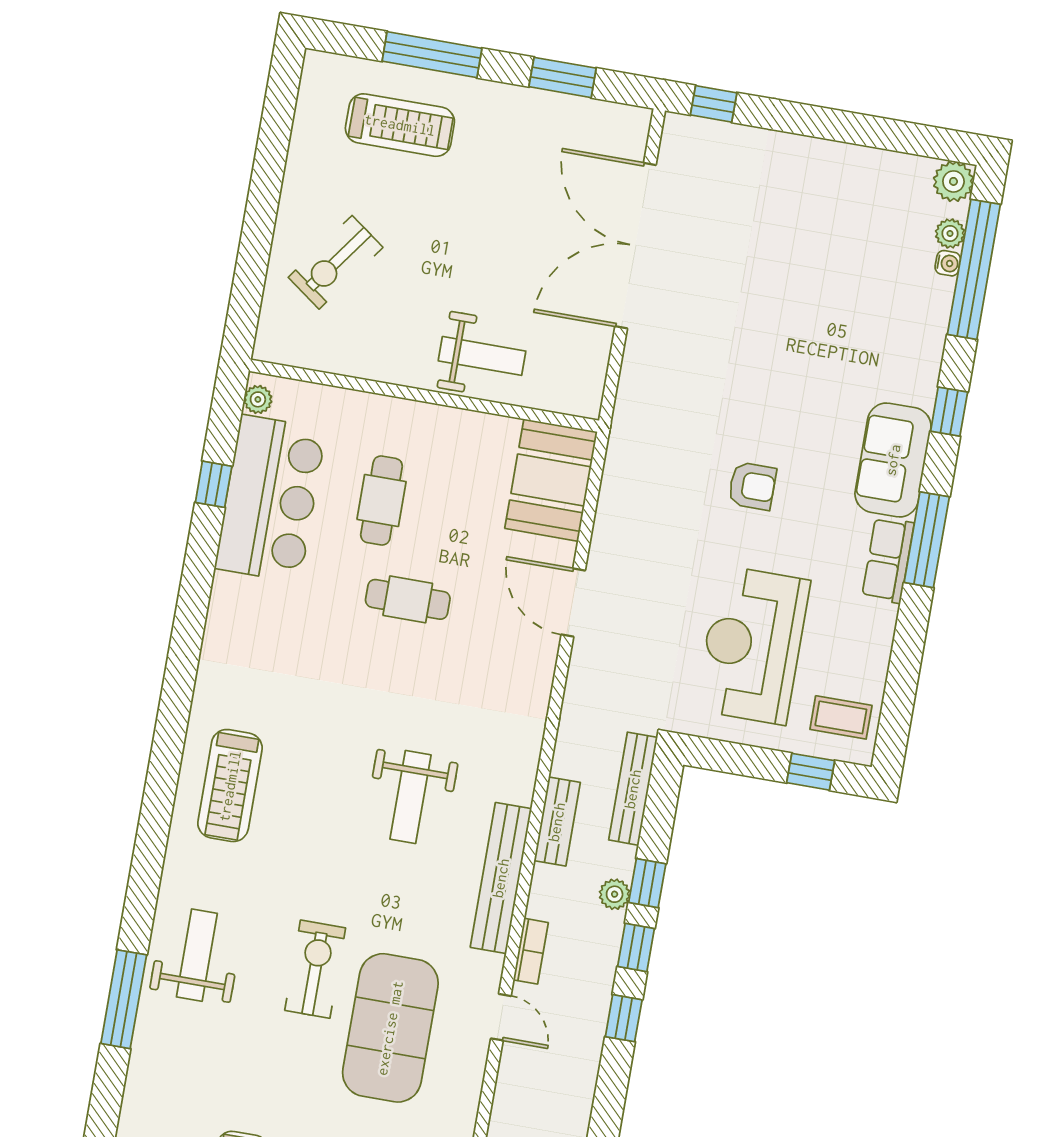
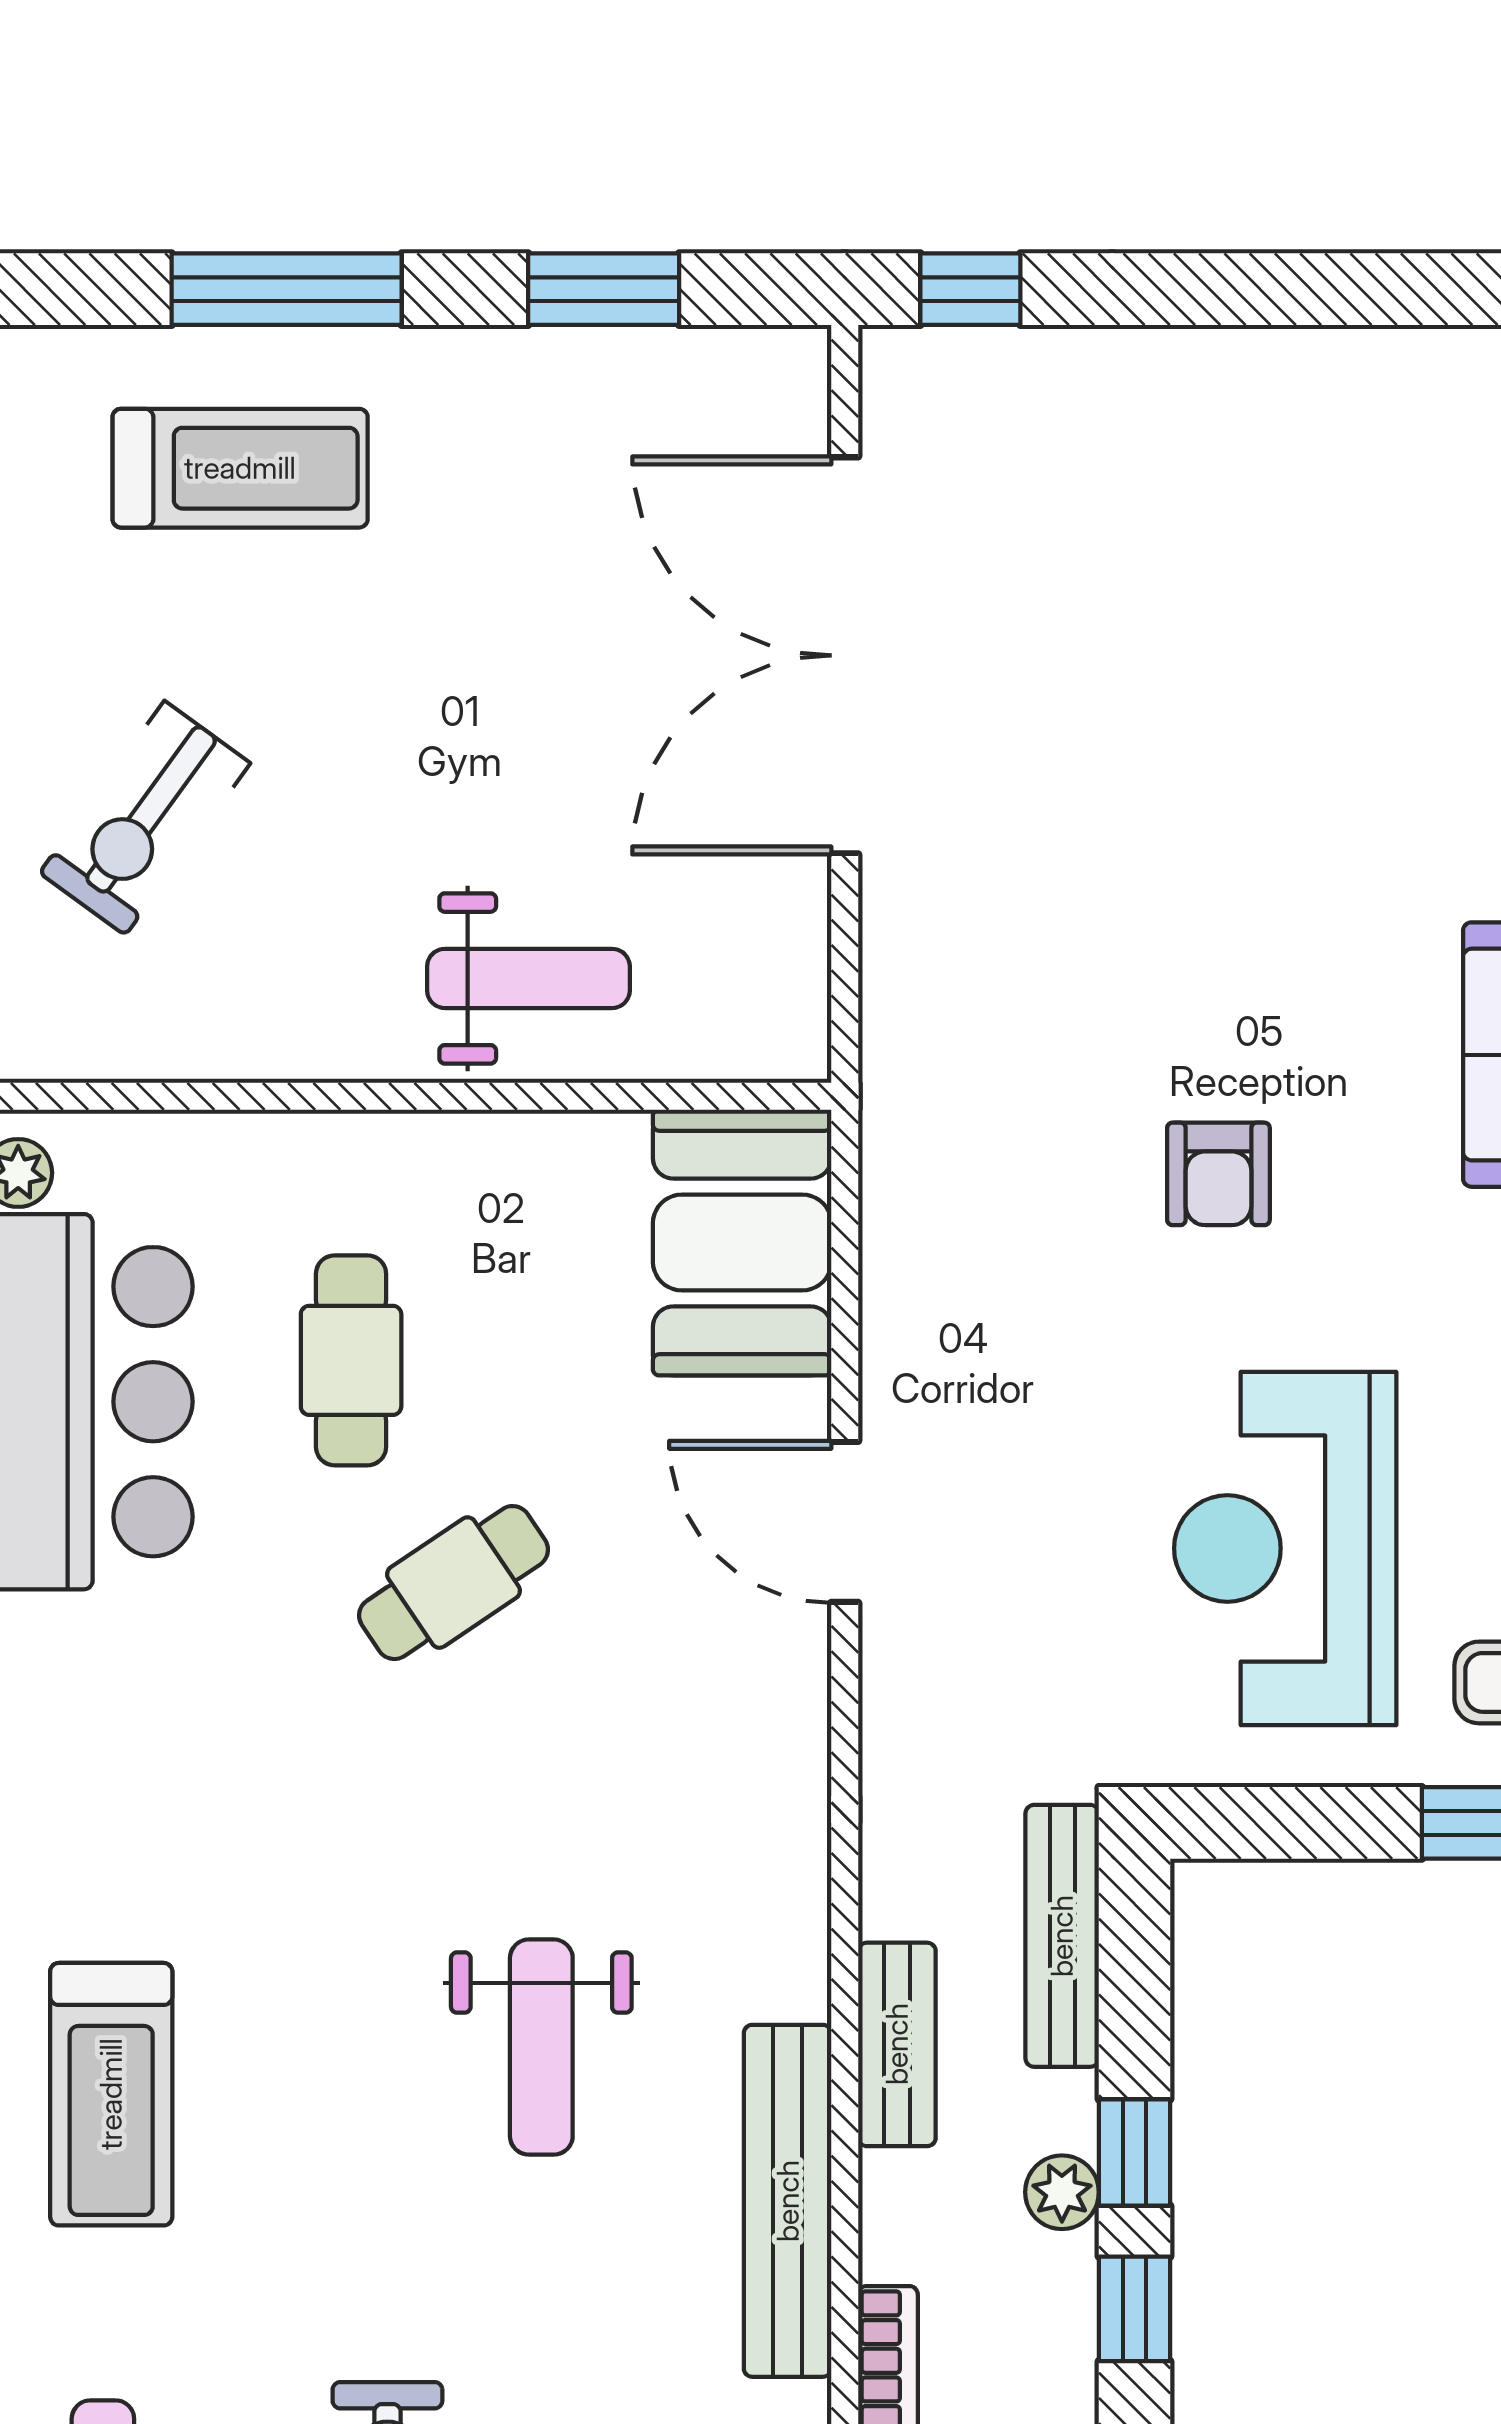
armchair: (752, 486) -> (1218, 1174), turned 90
cafe table: (408, 599) -> (454, 1583), turned -34

